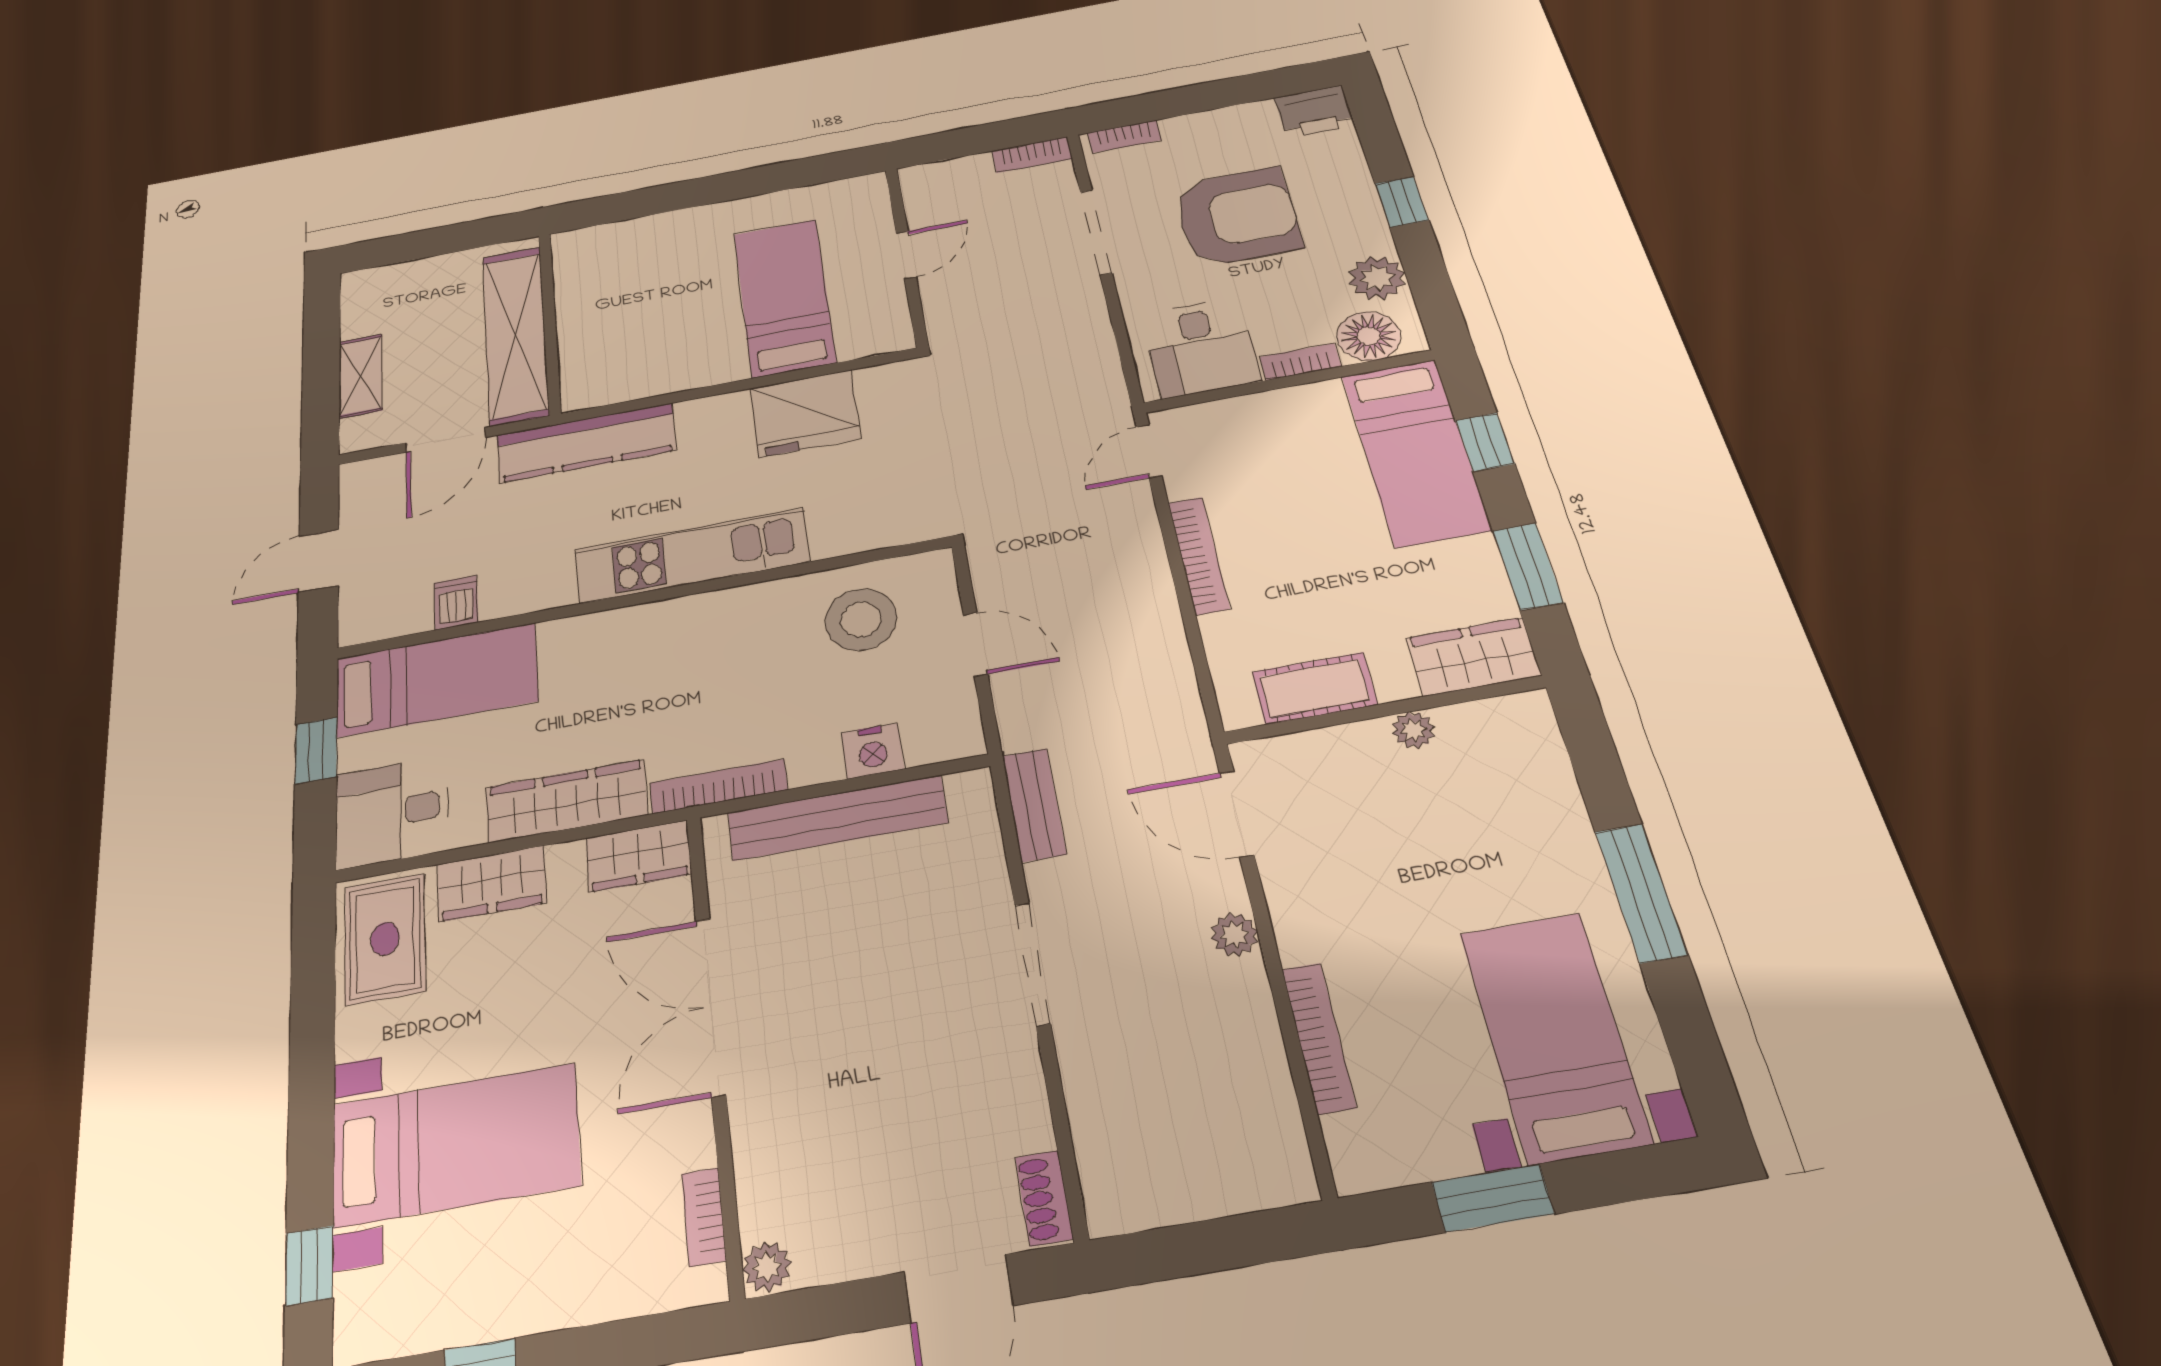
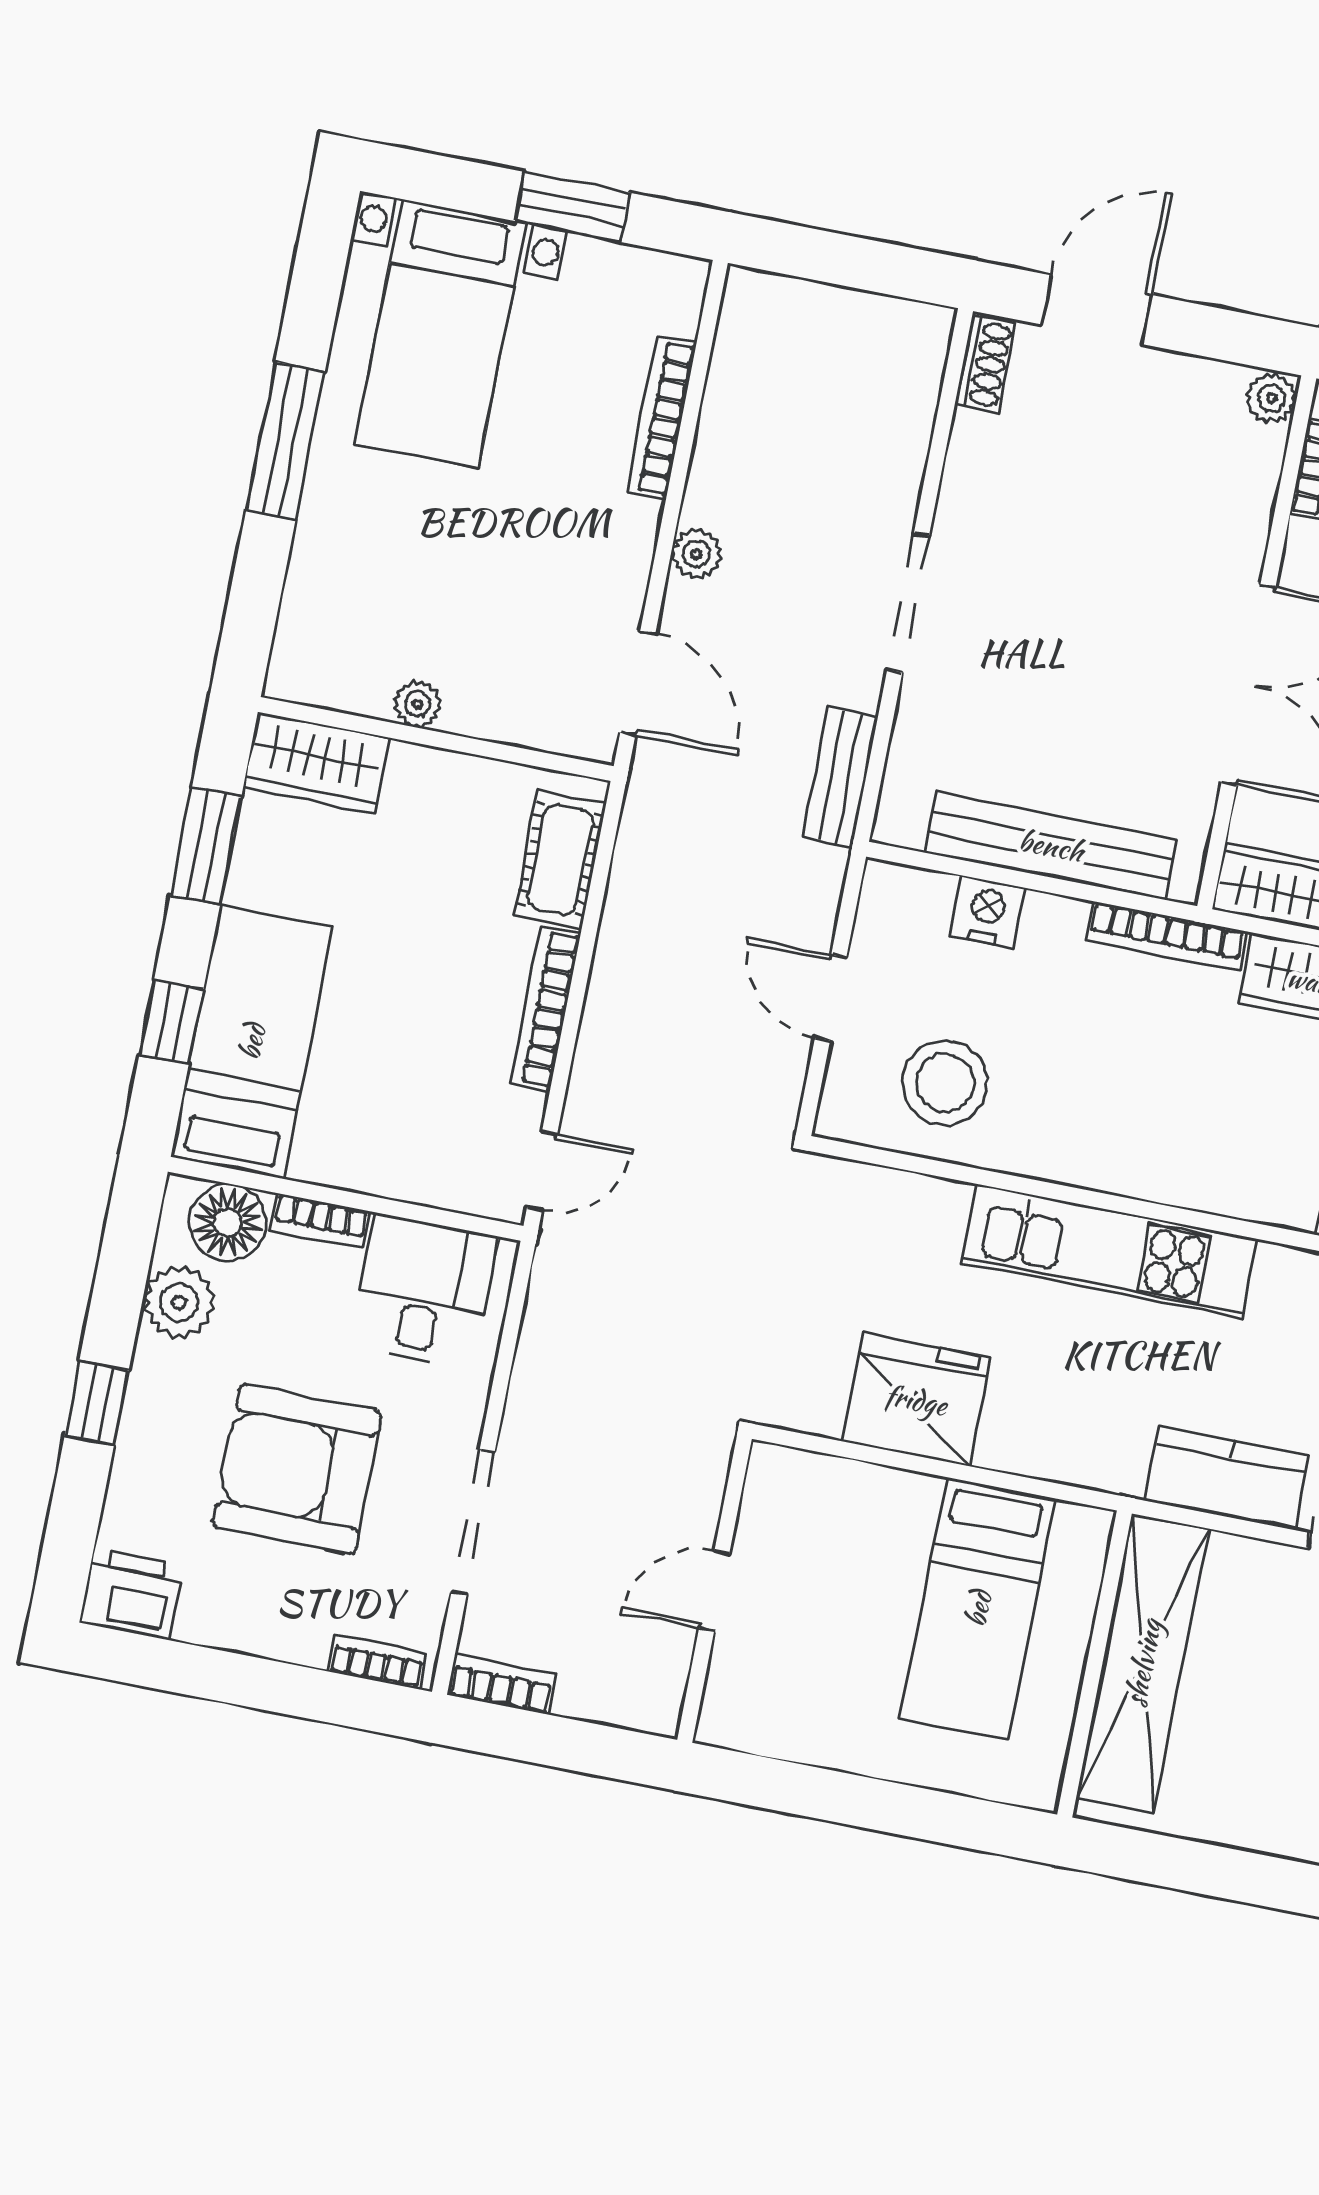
bed: (784, 297) -> (978, 1609), moved
wall: (550, 322) -> (1095, 1664), moved
shelving: (515, 335) -> (1143, 1663), moved
kitchen counter: (586, 443) -> (1227, 1478), width x0.67
cot: (1315, 688) -> (560, 859), moved, turned 90

